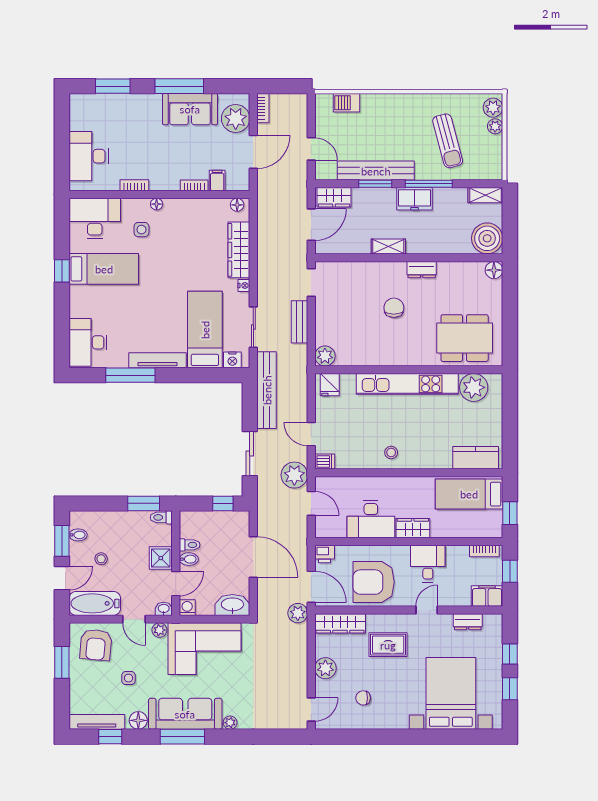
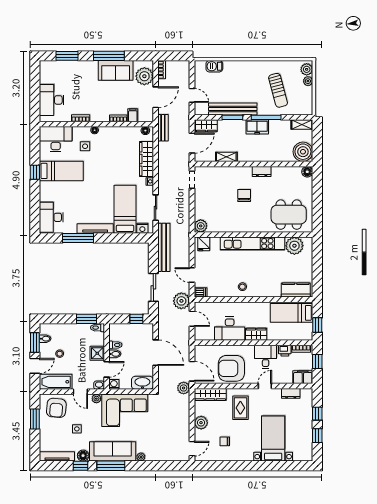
shelving: (388, 247) -> (226, 157), moved
bench: (299, 322) -> (163, 128), moved
printer: (325, 554) -> (285, 351), moved
rug: (388, 645) -> (240, 408), turned 90
bed with nightstands: (451, 693) -> (273, 439), width x0.73
window: (110, 737) -> (80, 466), moved

